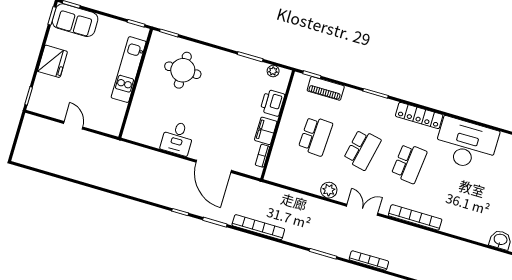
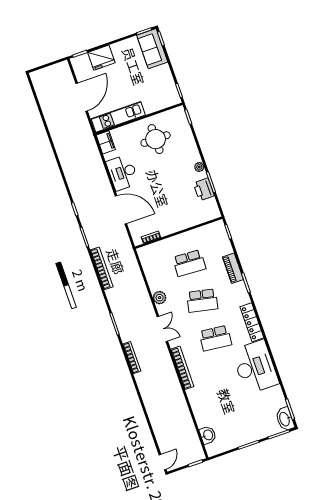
fridge: (52, 61) -> (101, 58), moved
kitchen unit: (129, 70) -> (118, 117), moved
round table: (183, 70) -> (156, 139), moved
plant: (273, 71) -> (199, 167), moved
piano: (326, 88) -> (233, 268), moved
printer: (272, 103) -> (204, 189), moved, turned -90
door: (73, 125) -> (82, 97), width x1.88
filing cabinet: (266, 131) -> (106, 142), moved, turned 90
desk: (177, 138) -> (122, 173), width x1.37
door: (214, 166) -> (121, 210), swing flipped

